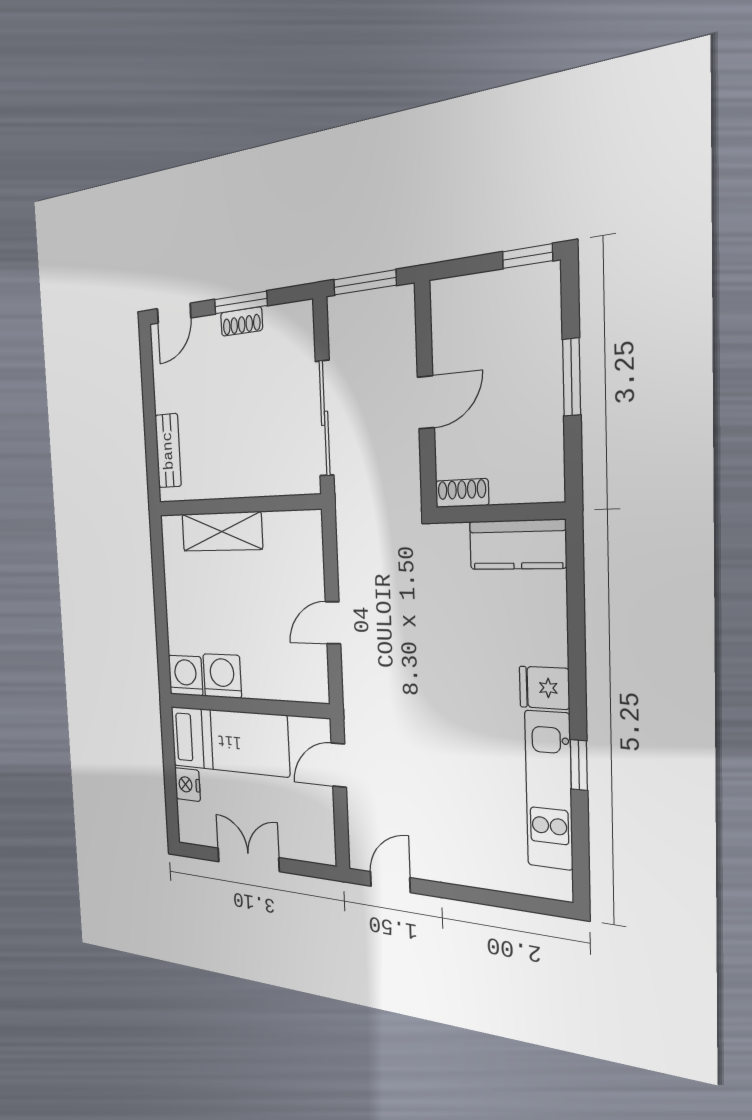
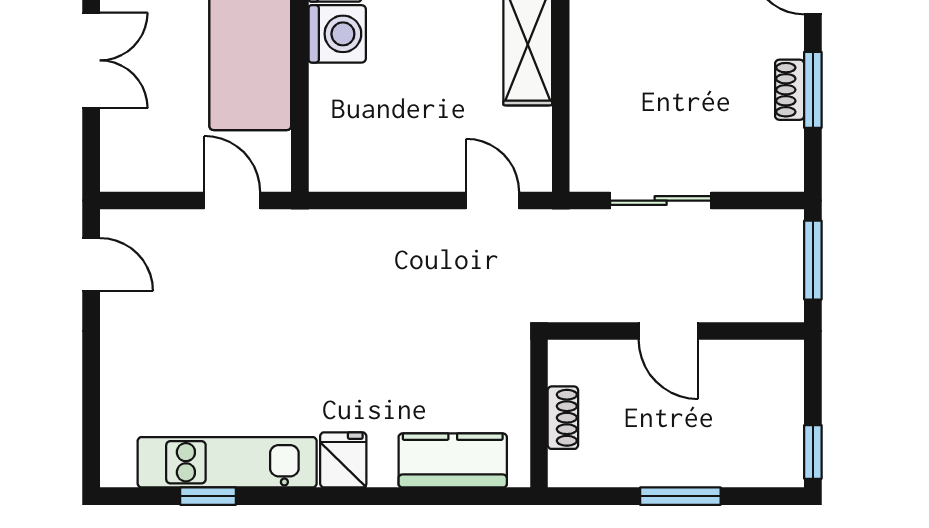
sliding door: (325, 418) -> (661, 201), width x0.73
shoe rack: (462, 493) -> (563, 418), moved
kitchen counter: (517, 545) -> (453, 460), moved, turned 90
door: (333, 623) -> (493, 201), moved
window: (579, 765) -> (208, 496), moved

